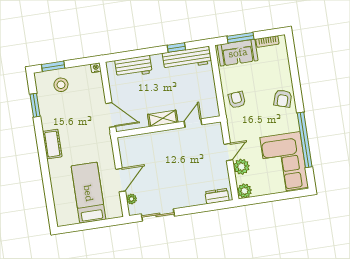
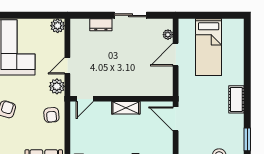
door: (193, 123) -> (85, 99), moved
plant: (241, 167) -> (57, 86), moved
dresser: (217, 196) -> (101, 25), moved
sliding door: (158, 215) -> (131, 15), moved

